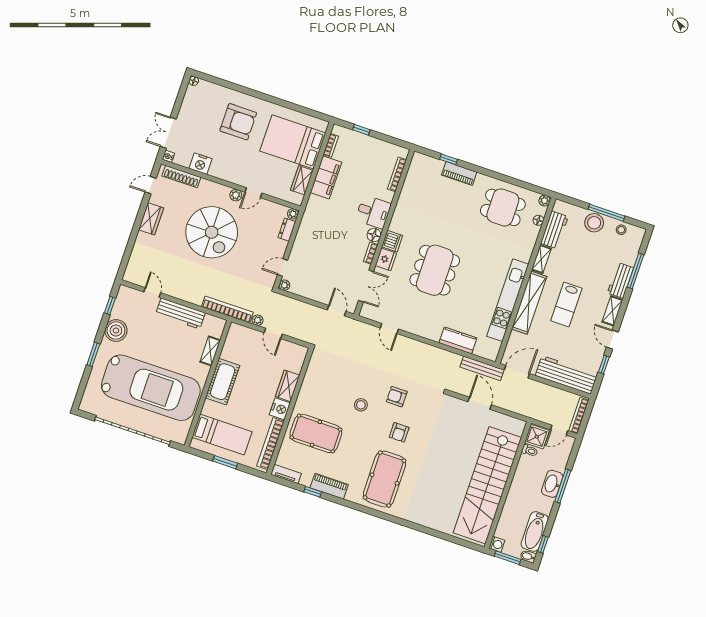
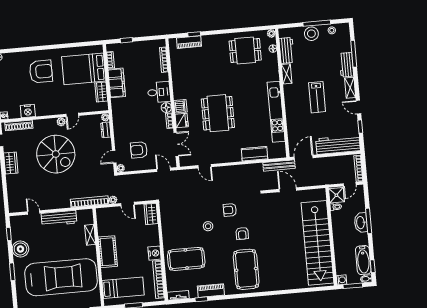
piano: (459, 174) -> (189, 42), moved
armchair: (317, 273) -> (139, 150), added
shelving: (529, 303) -> (291, 107), removed
wardrobe: (288, 386) -> (151, 214), moved

